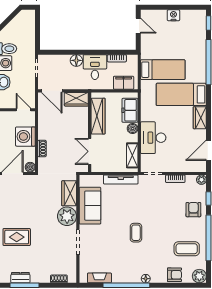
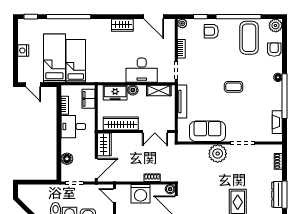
door: (138, 26) -> (33, 85), swing flipped
floor lamp: (76, 60) -> (67, 159), moved
bed: (181, 94) -> (54, 58), moved, turned 180
door: (24, 110) -> (115, 196), hinge flipped
wardrobe: (69, 193) -> (195, 151), removed
coffee table: (187, 249) -> (249, 38), width x1.36, depth x1.32
dresser: (20, 278) -> (277, 195), width x1.44

